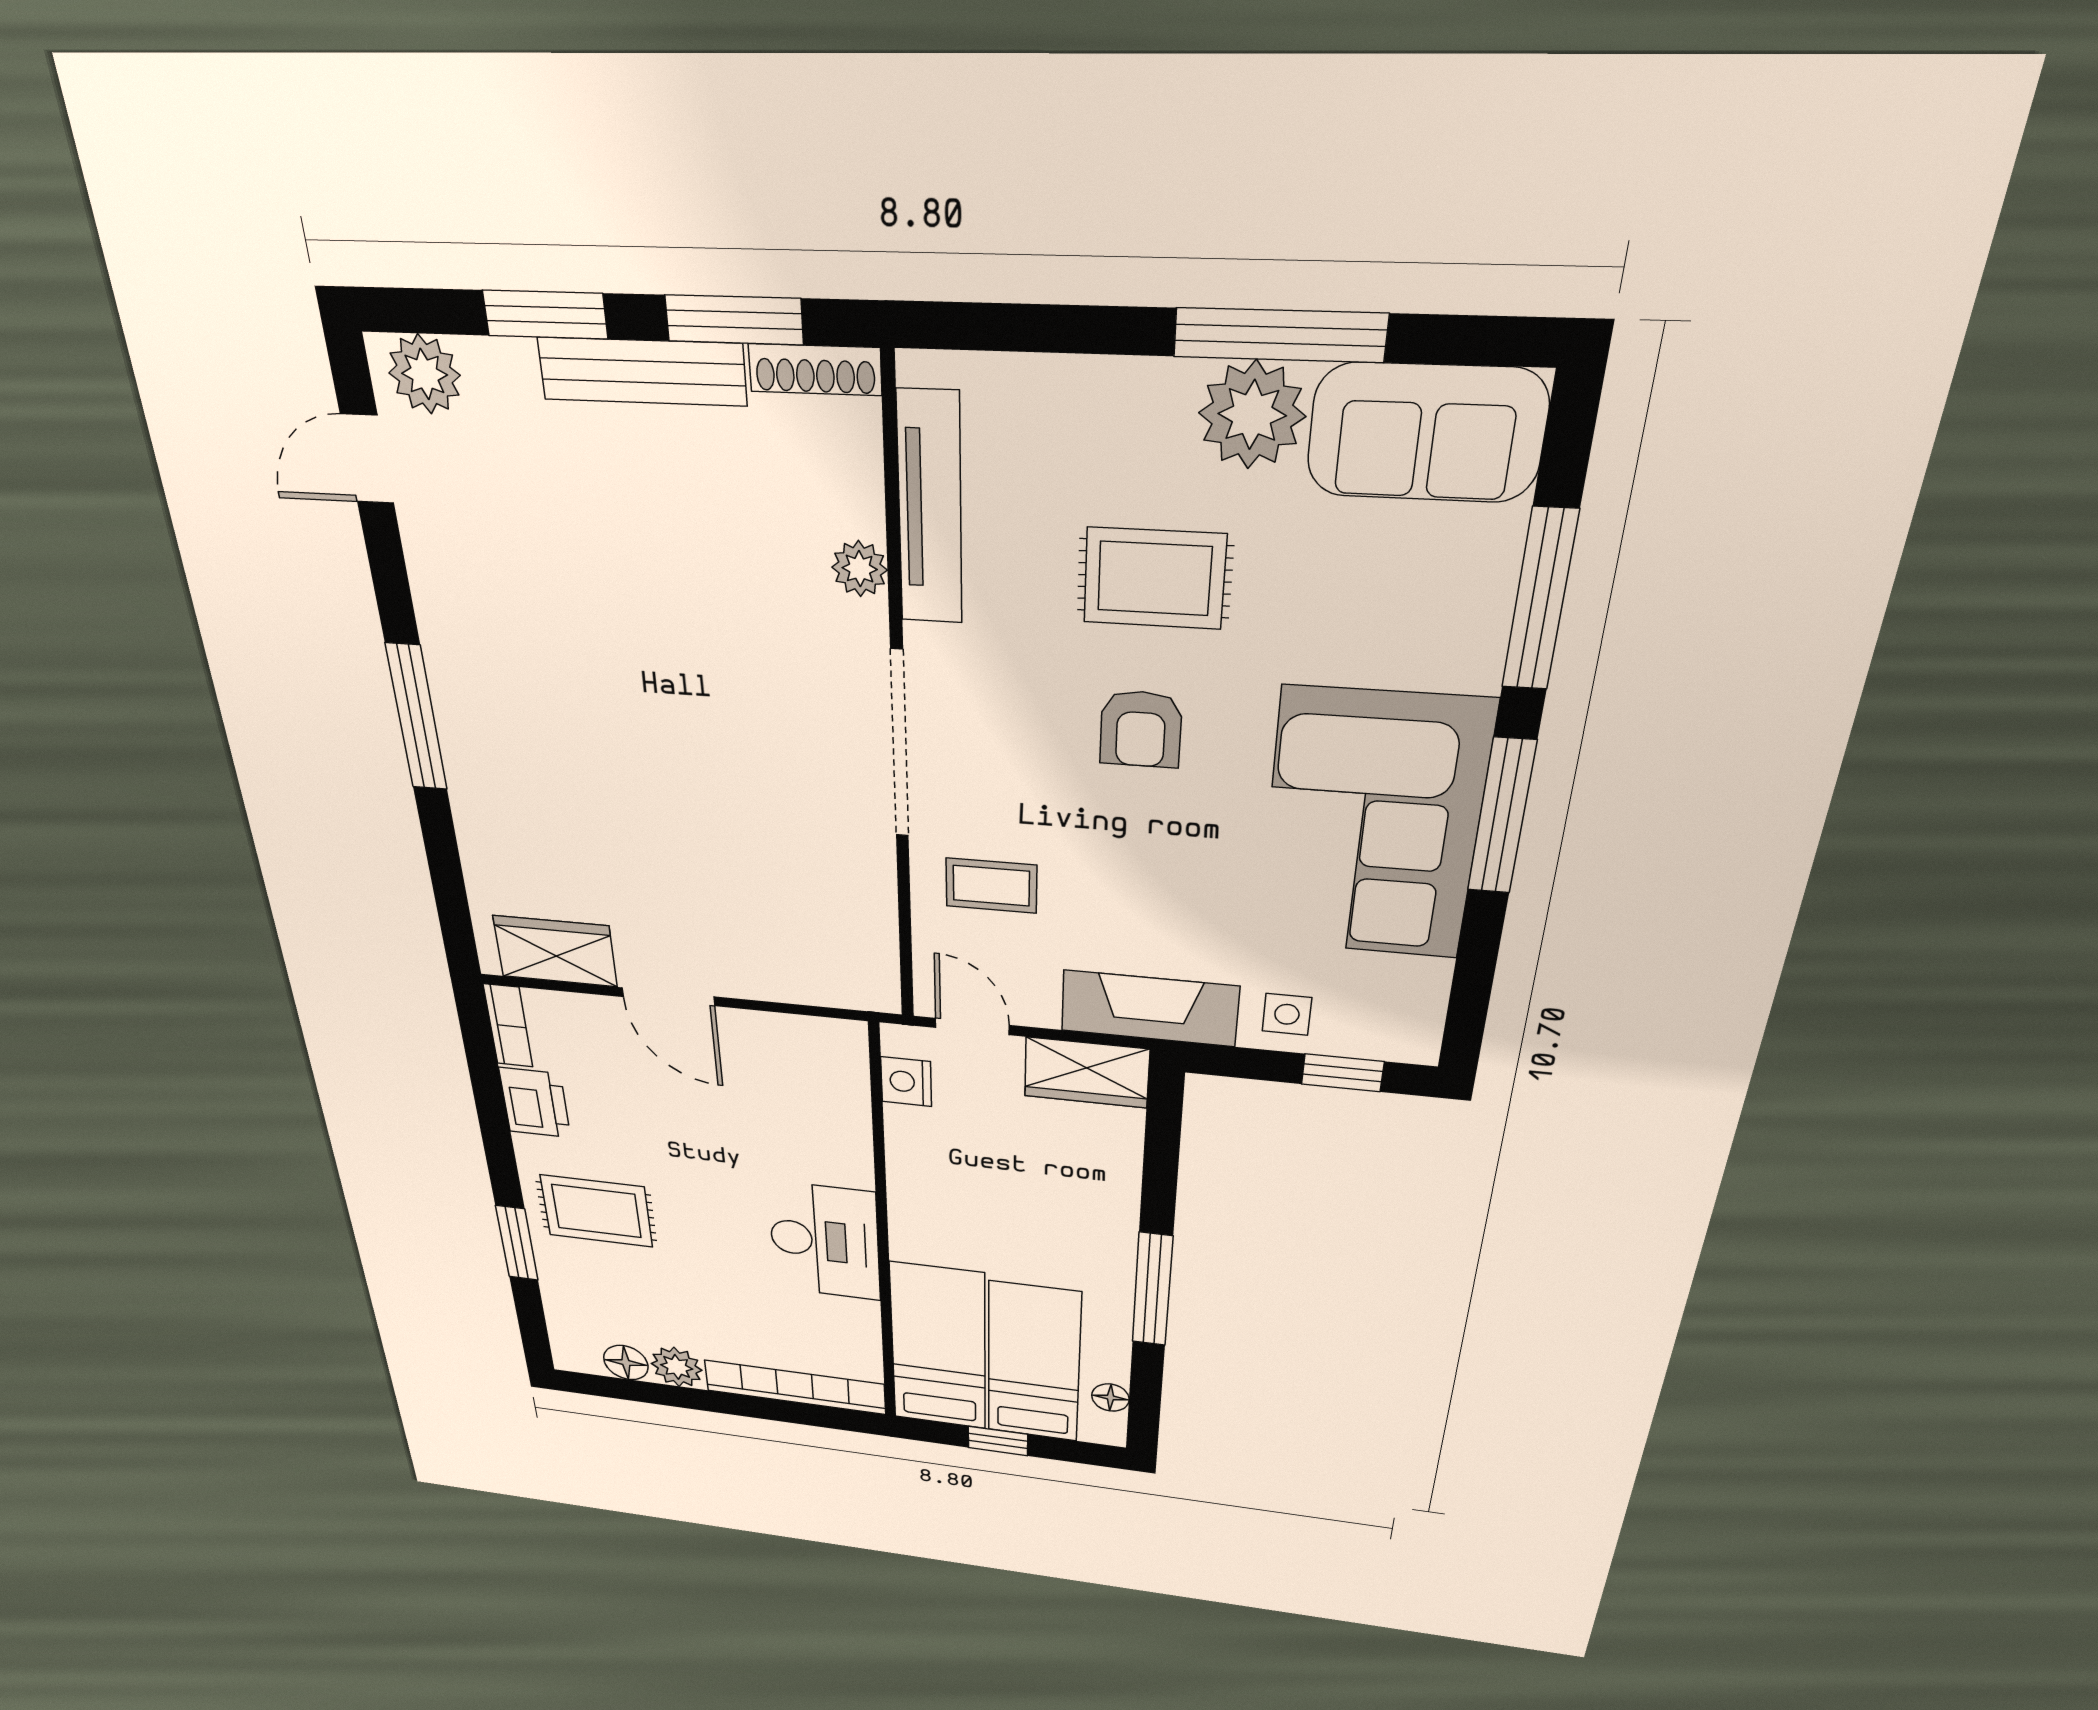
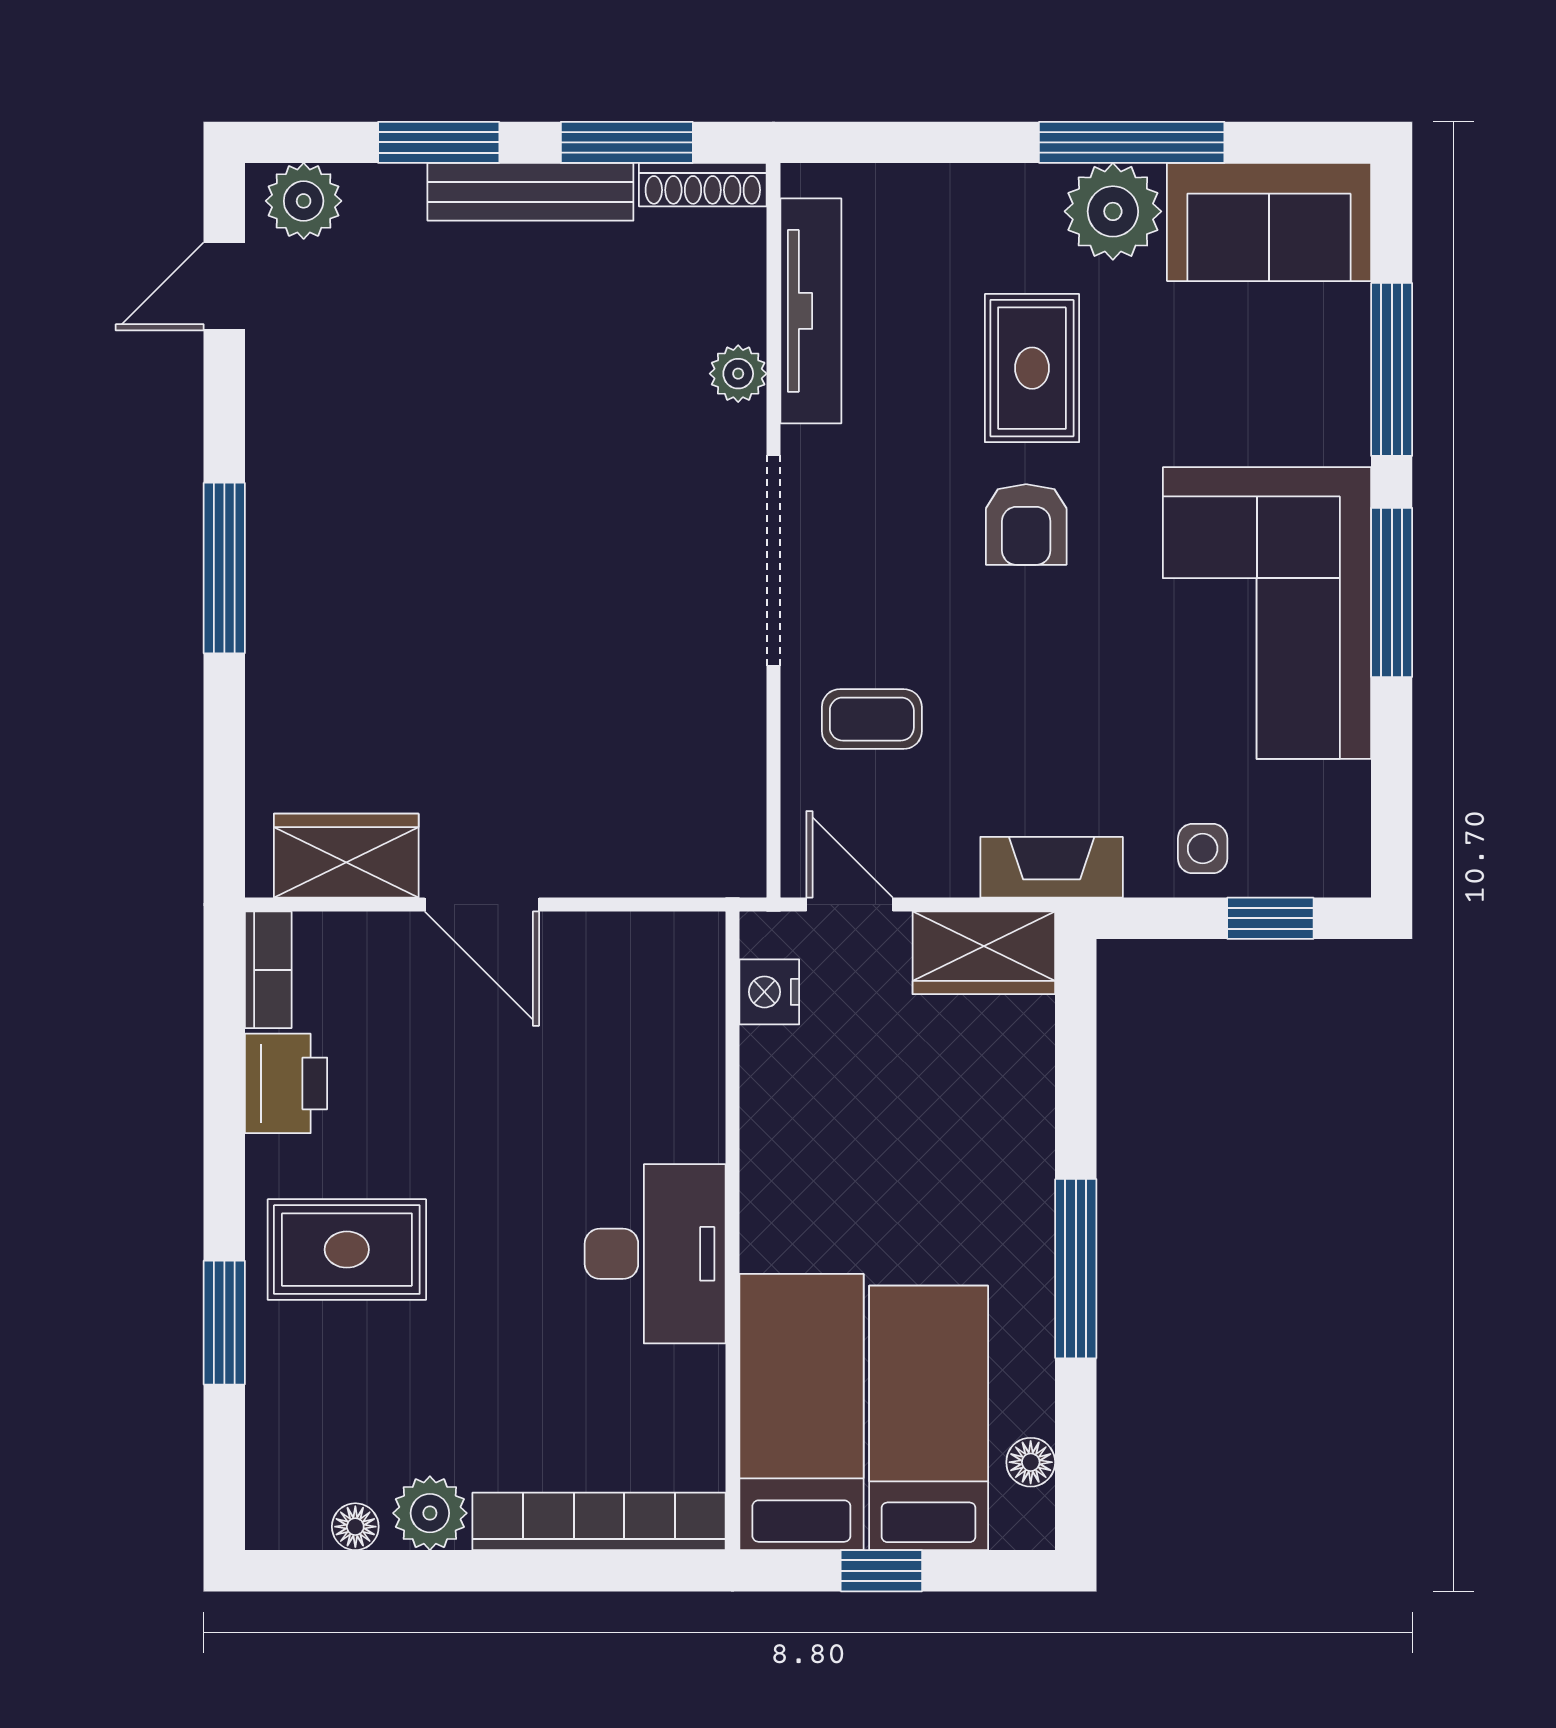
rug: (1154, 578) -> (1032, 368), turned 90
fireplace: (1149, 1008) -> (1052, 867), width x0.73, depth x0.76
floor lamp: (626, 1363) -> (355, 1527), width x0.73, depth x0.73

